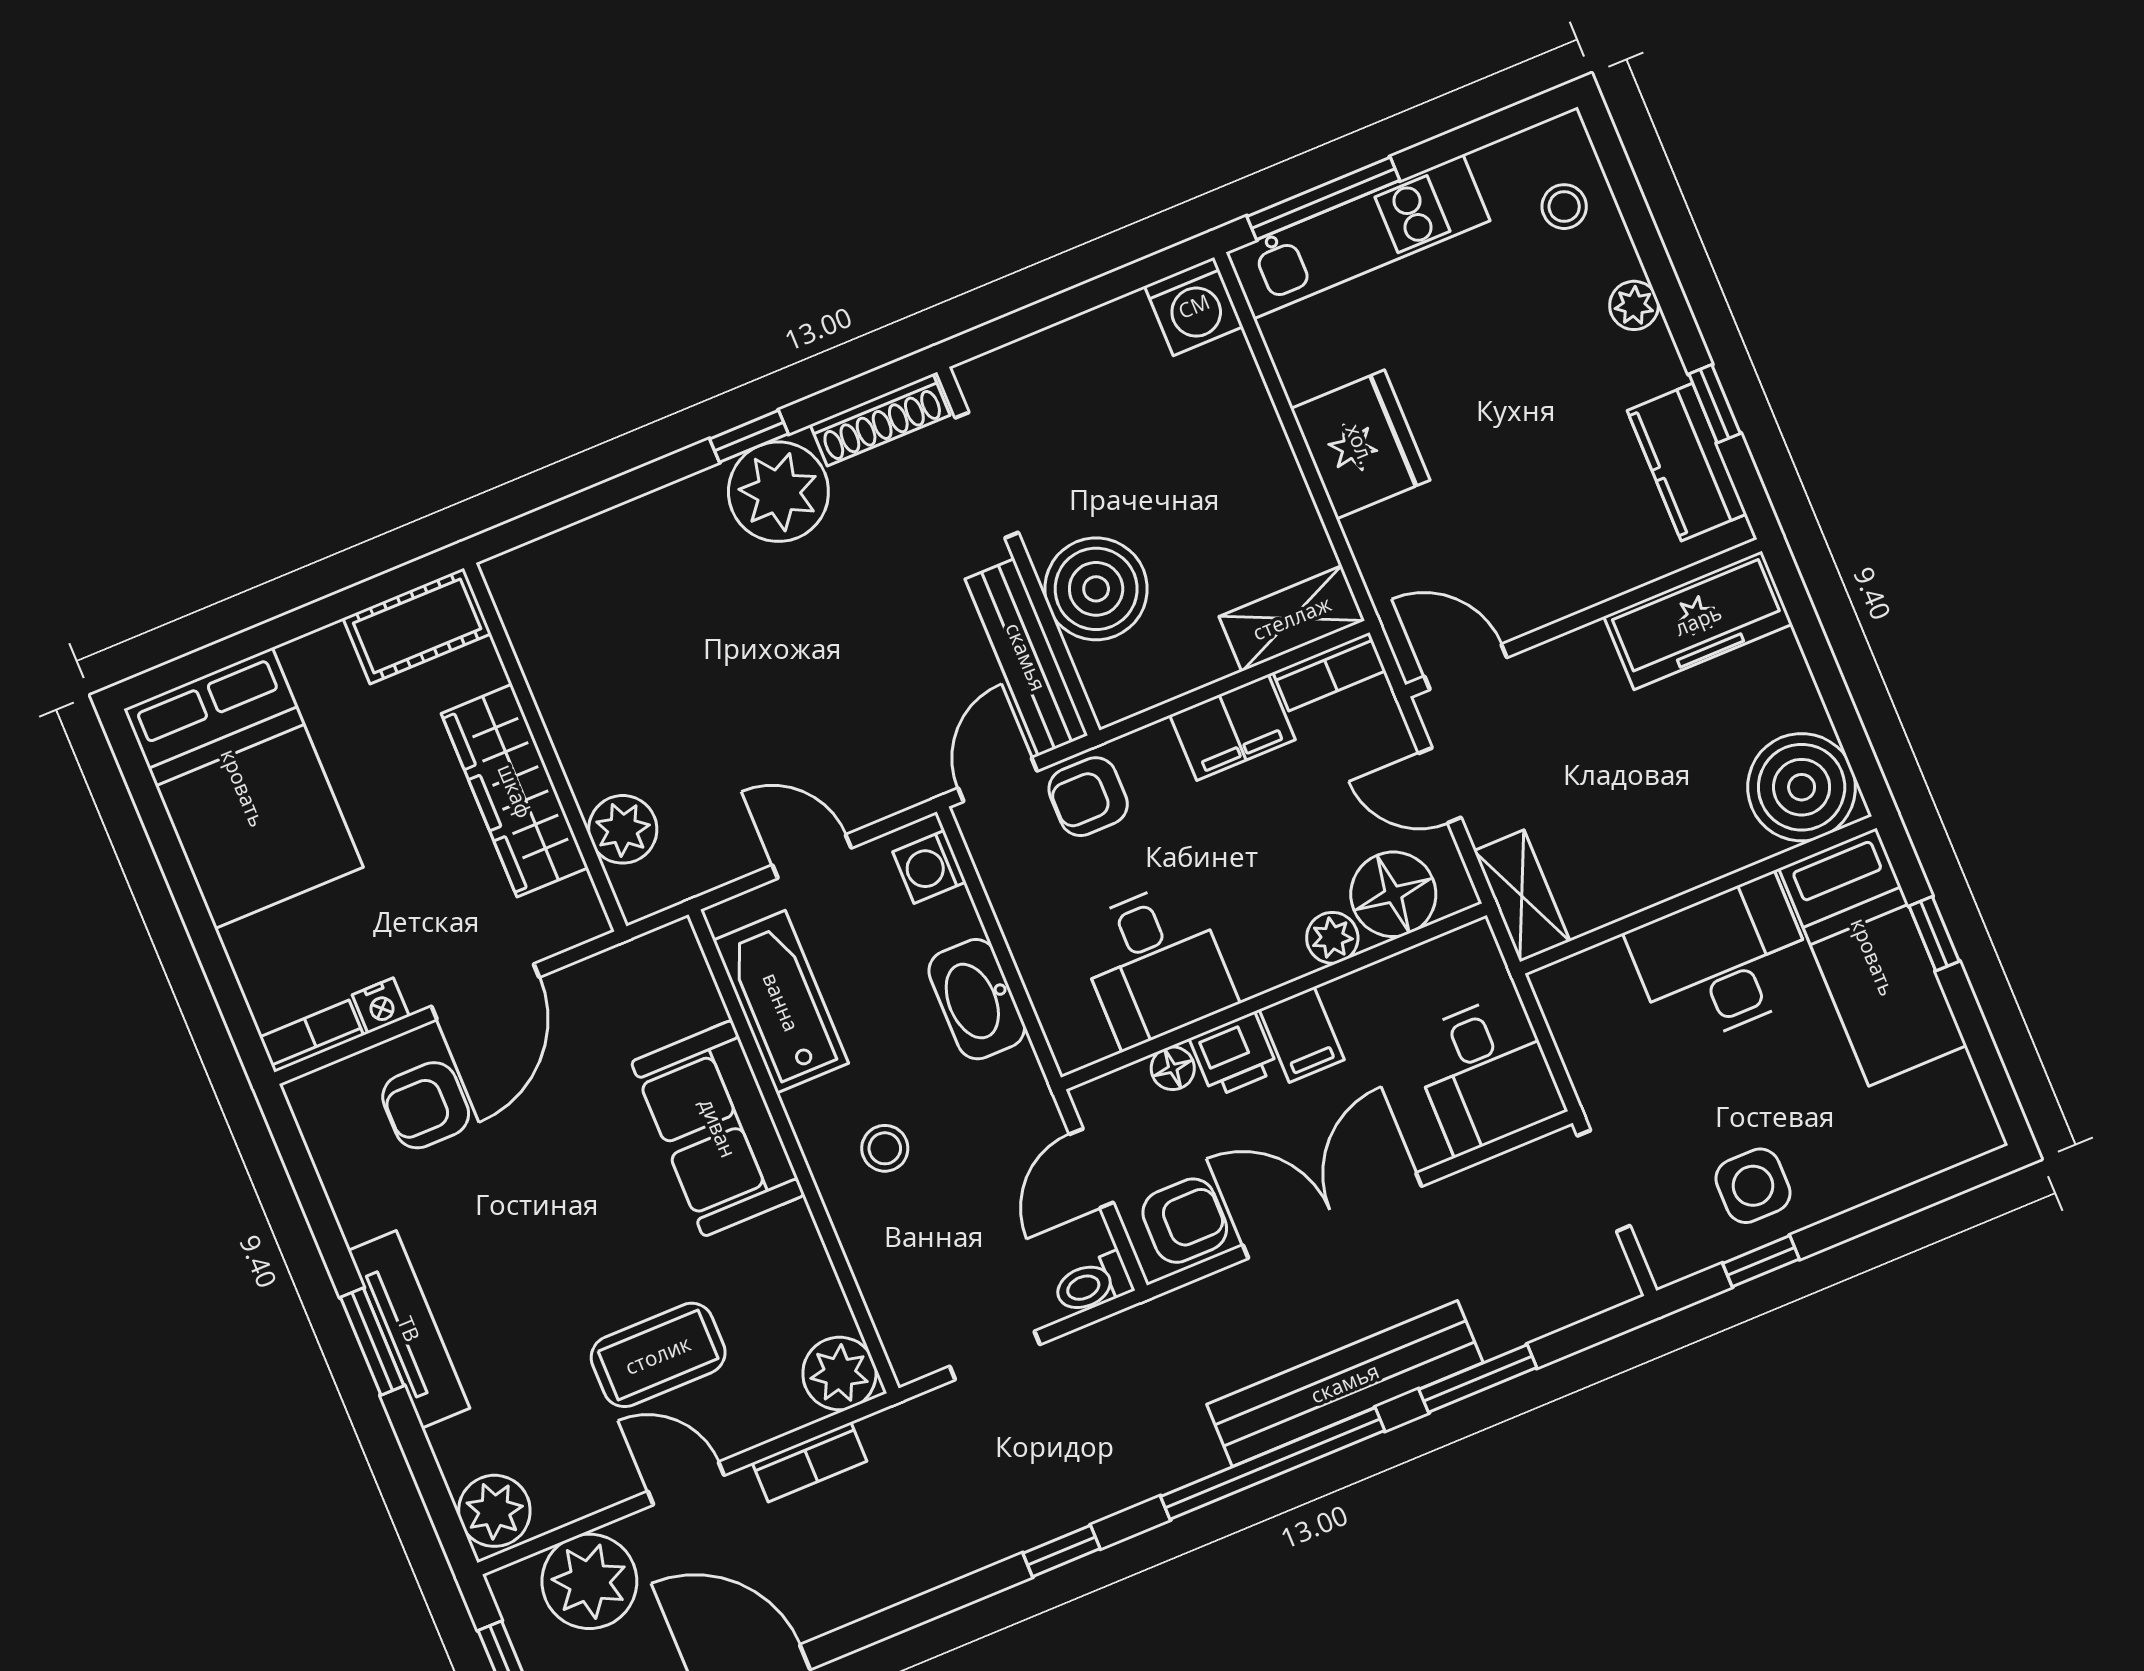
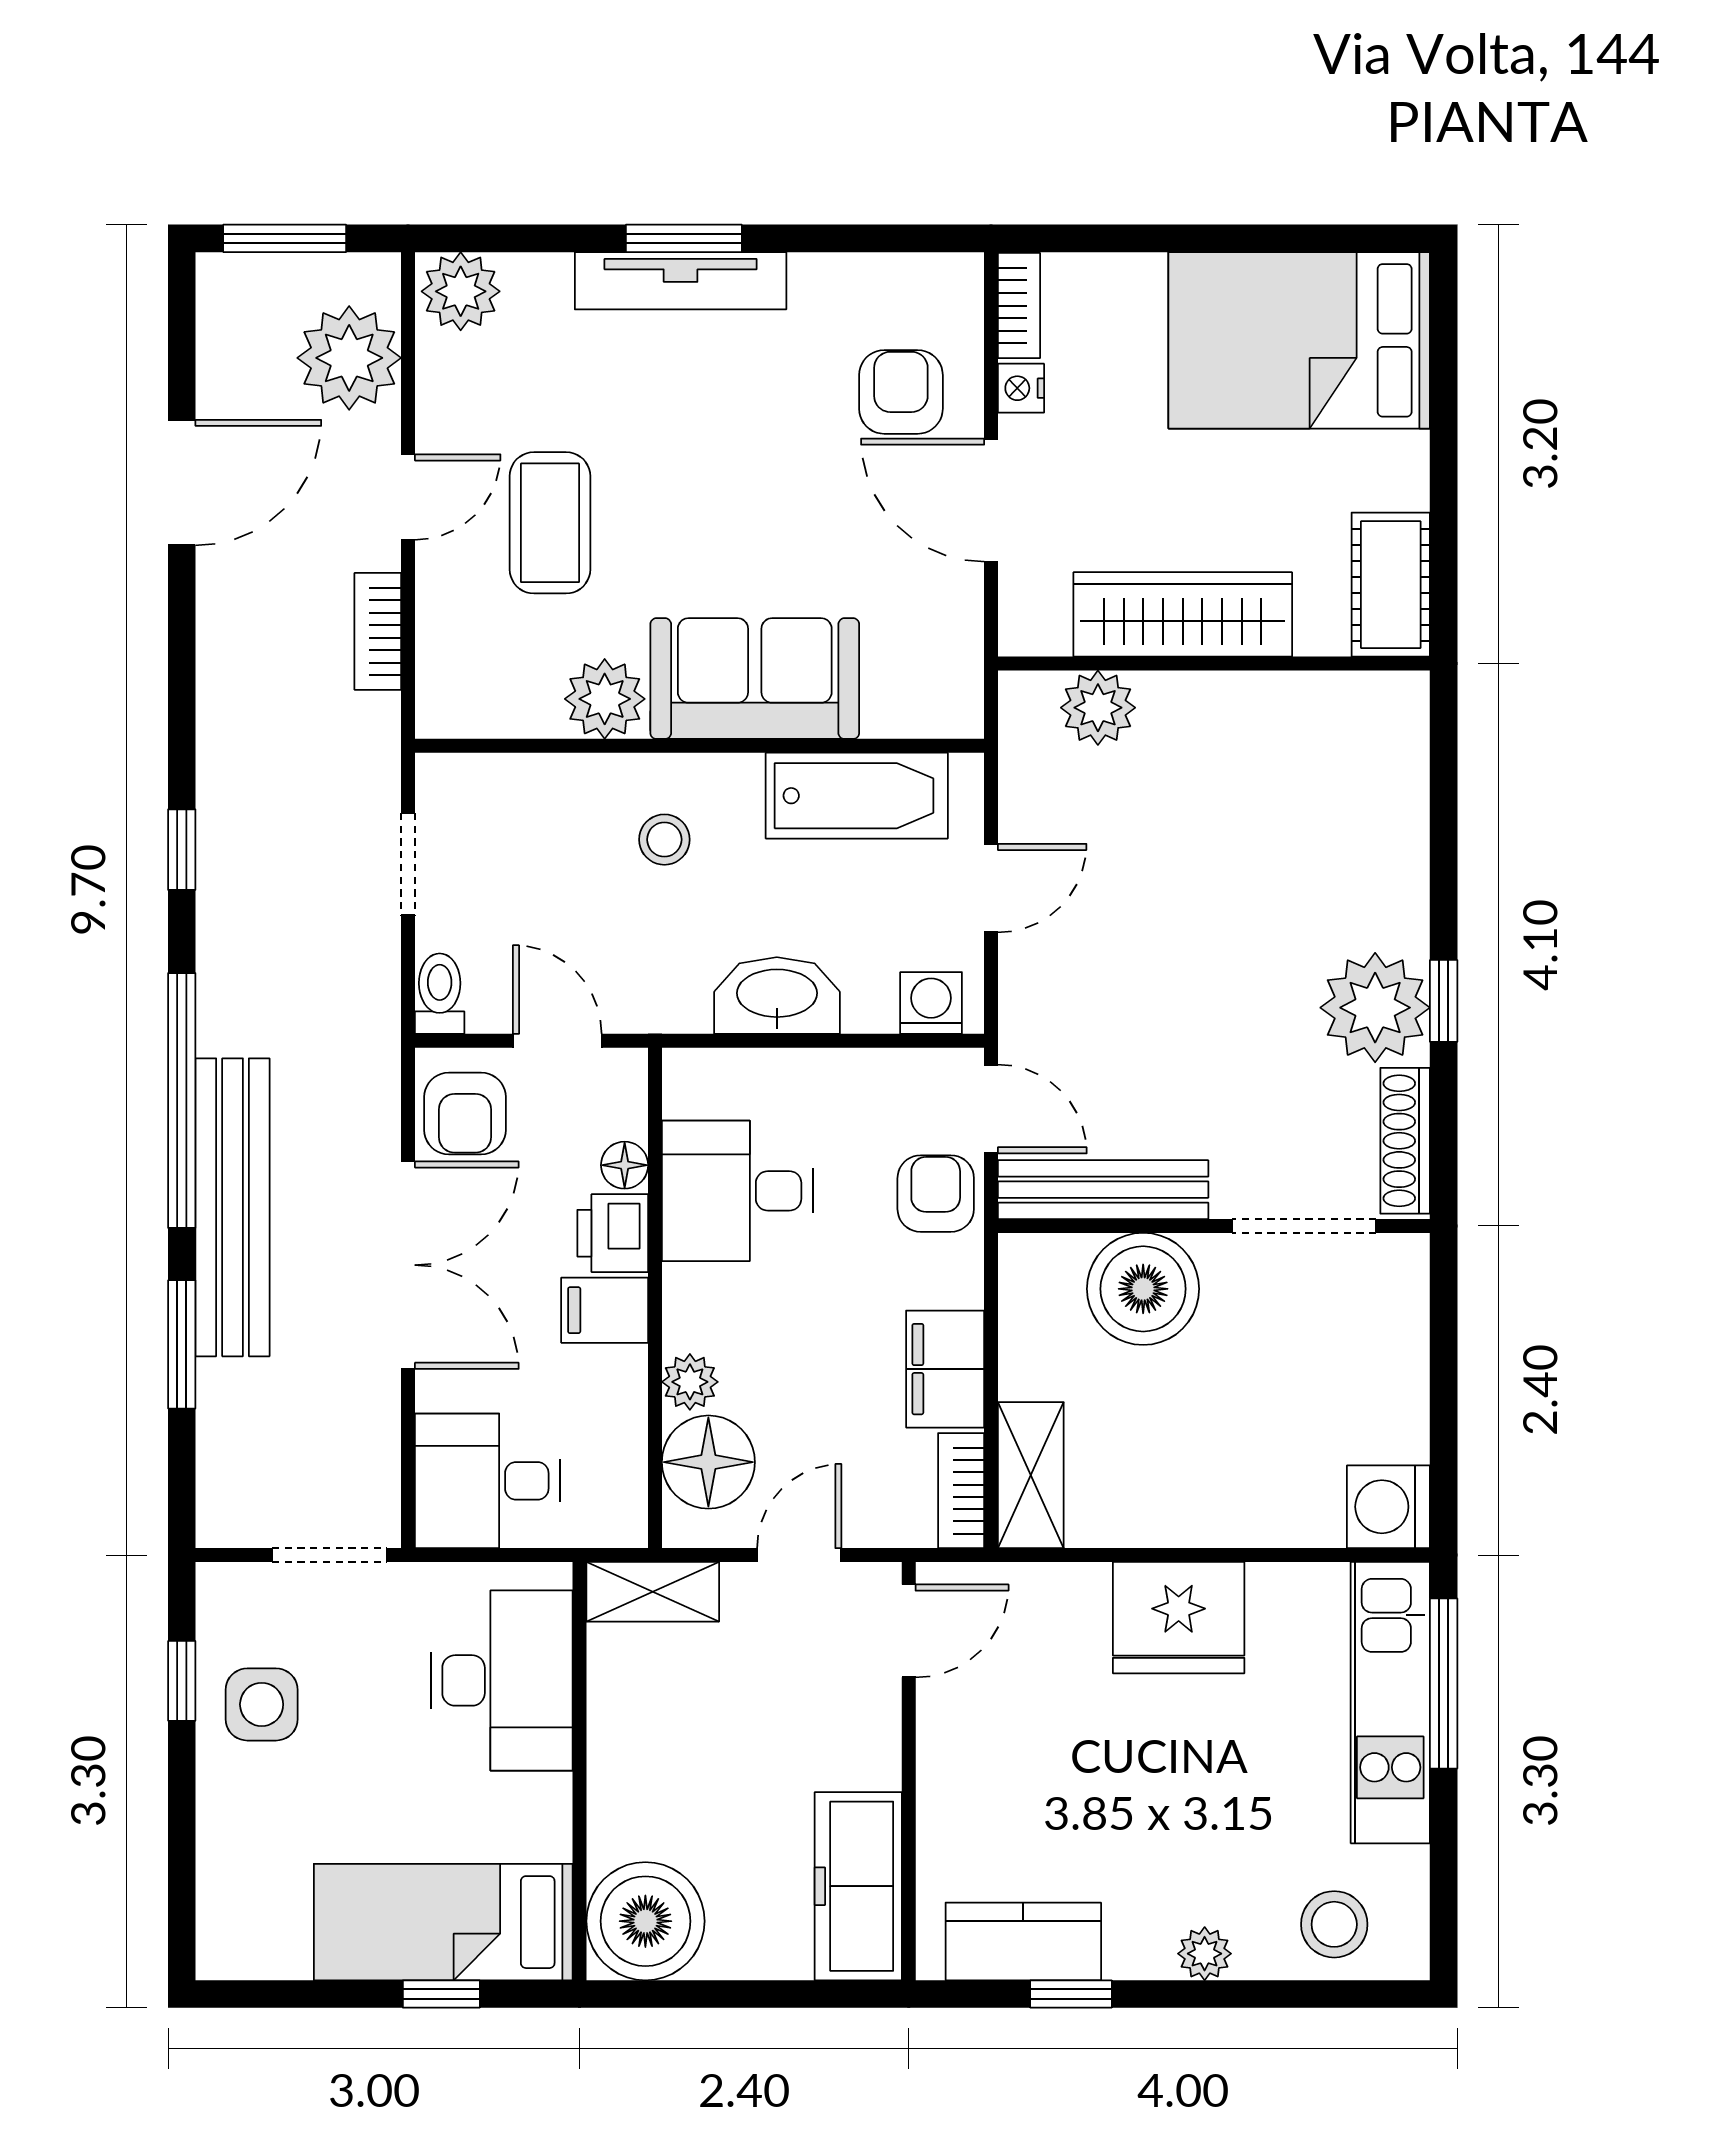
stool: (1564, 207) -> (1334, 1924), width x1.37, depth x1.37
desk: (1723, 961) -> (502, 1680), moved
plant: (839, 1374) -> (605, 699), moved

